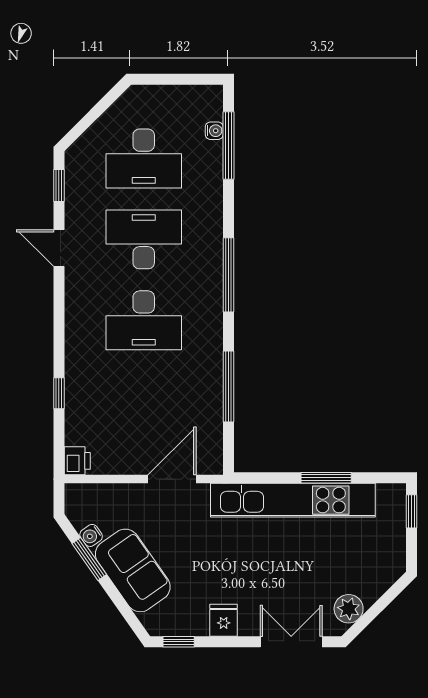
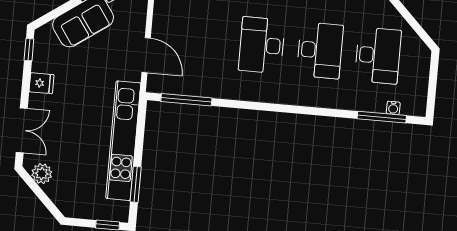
desk: (144, 158) -> (378, 55), turned 180
window: (229, 275) -> (289, 109), removed
window: (229, 386) -> (186, 100), moved
window: (326, 478) -> (136, 184), moved

